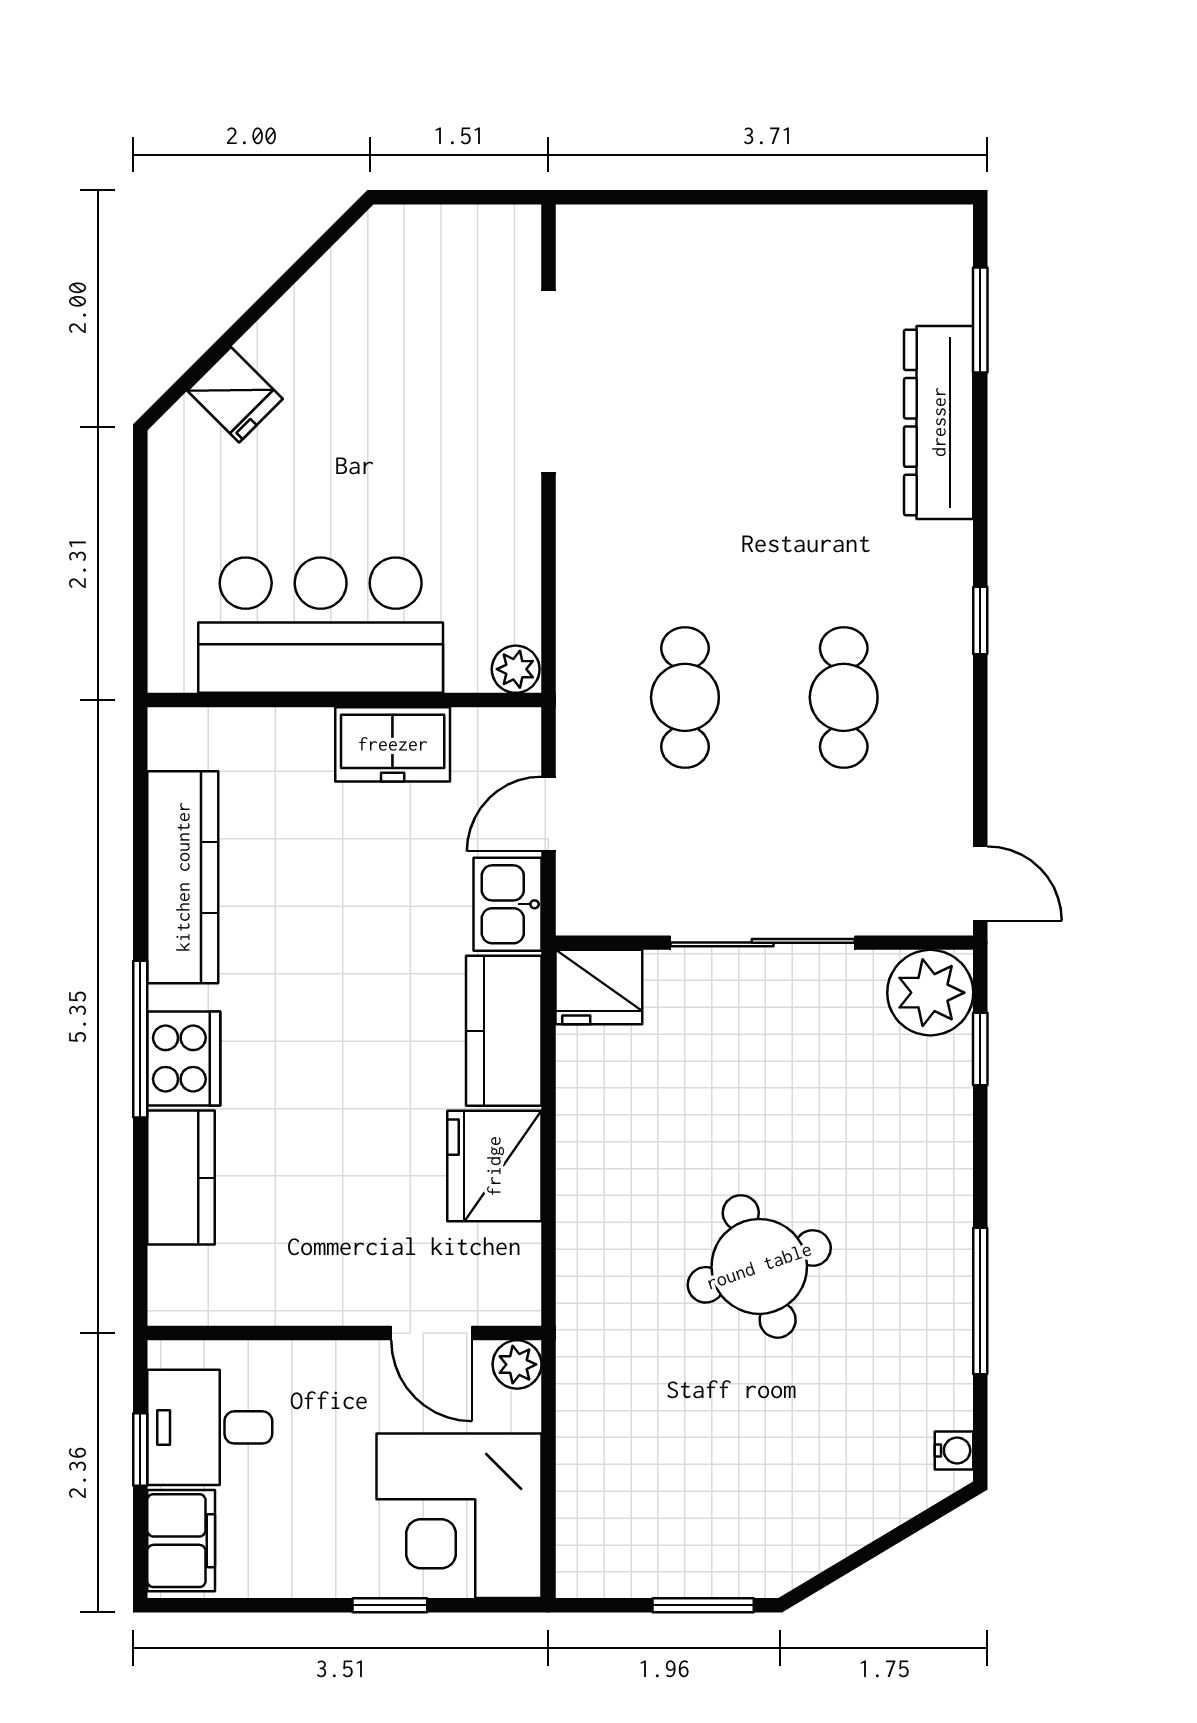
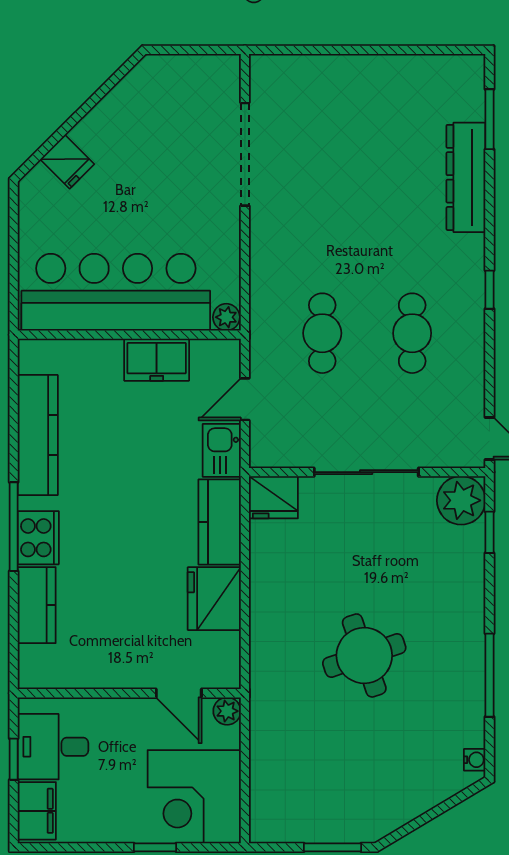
bar counter: (321, 625) -> (116, 292), width x1.36

